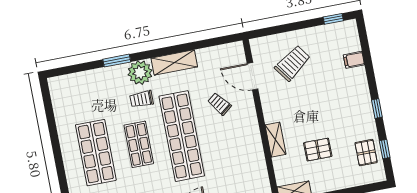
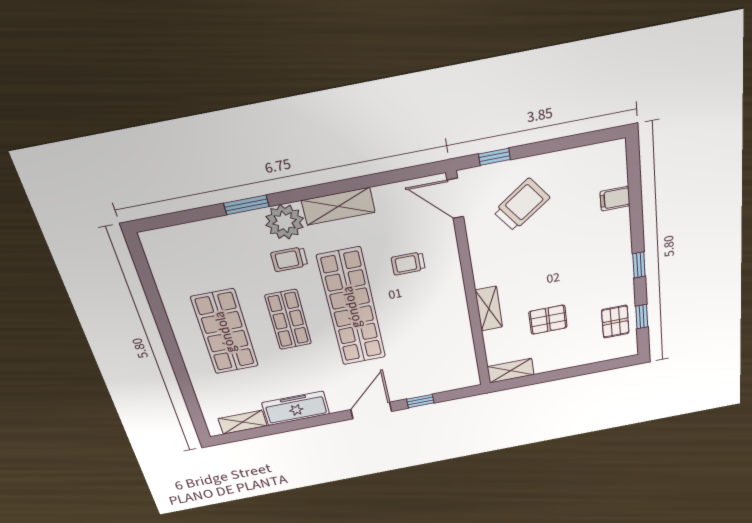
window: (333, 19) -> (494, 157), moved
door: (253, 76) -> (455, 198), moved
trolley: (219, 104) -> (408, 264), turned -52

